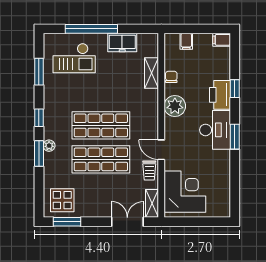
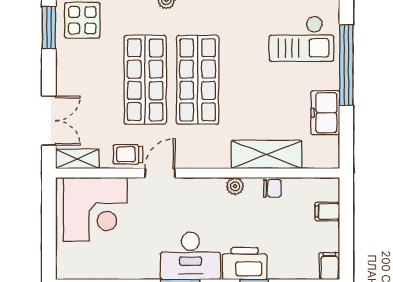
checkout: (74, 58) -> (301, 39), turned -90
shelving: (152, 73) -> (267, 154), width x1.50, depth x1.33
plant: (175, 106) -> (235, 186), width x0.53, depth x0.53

